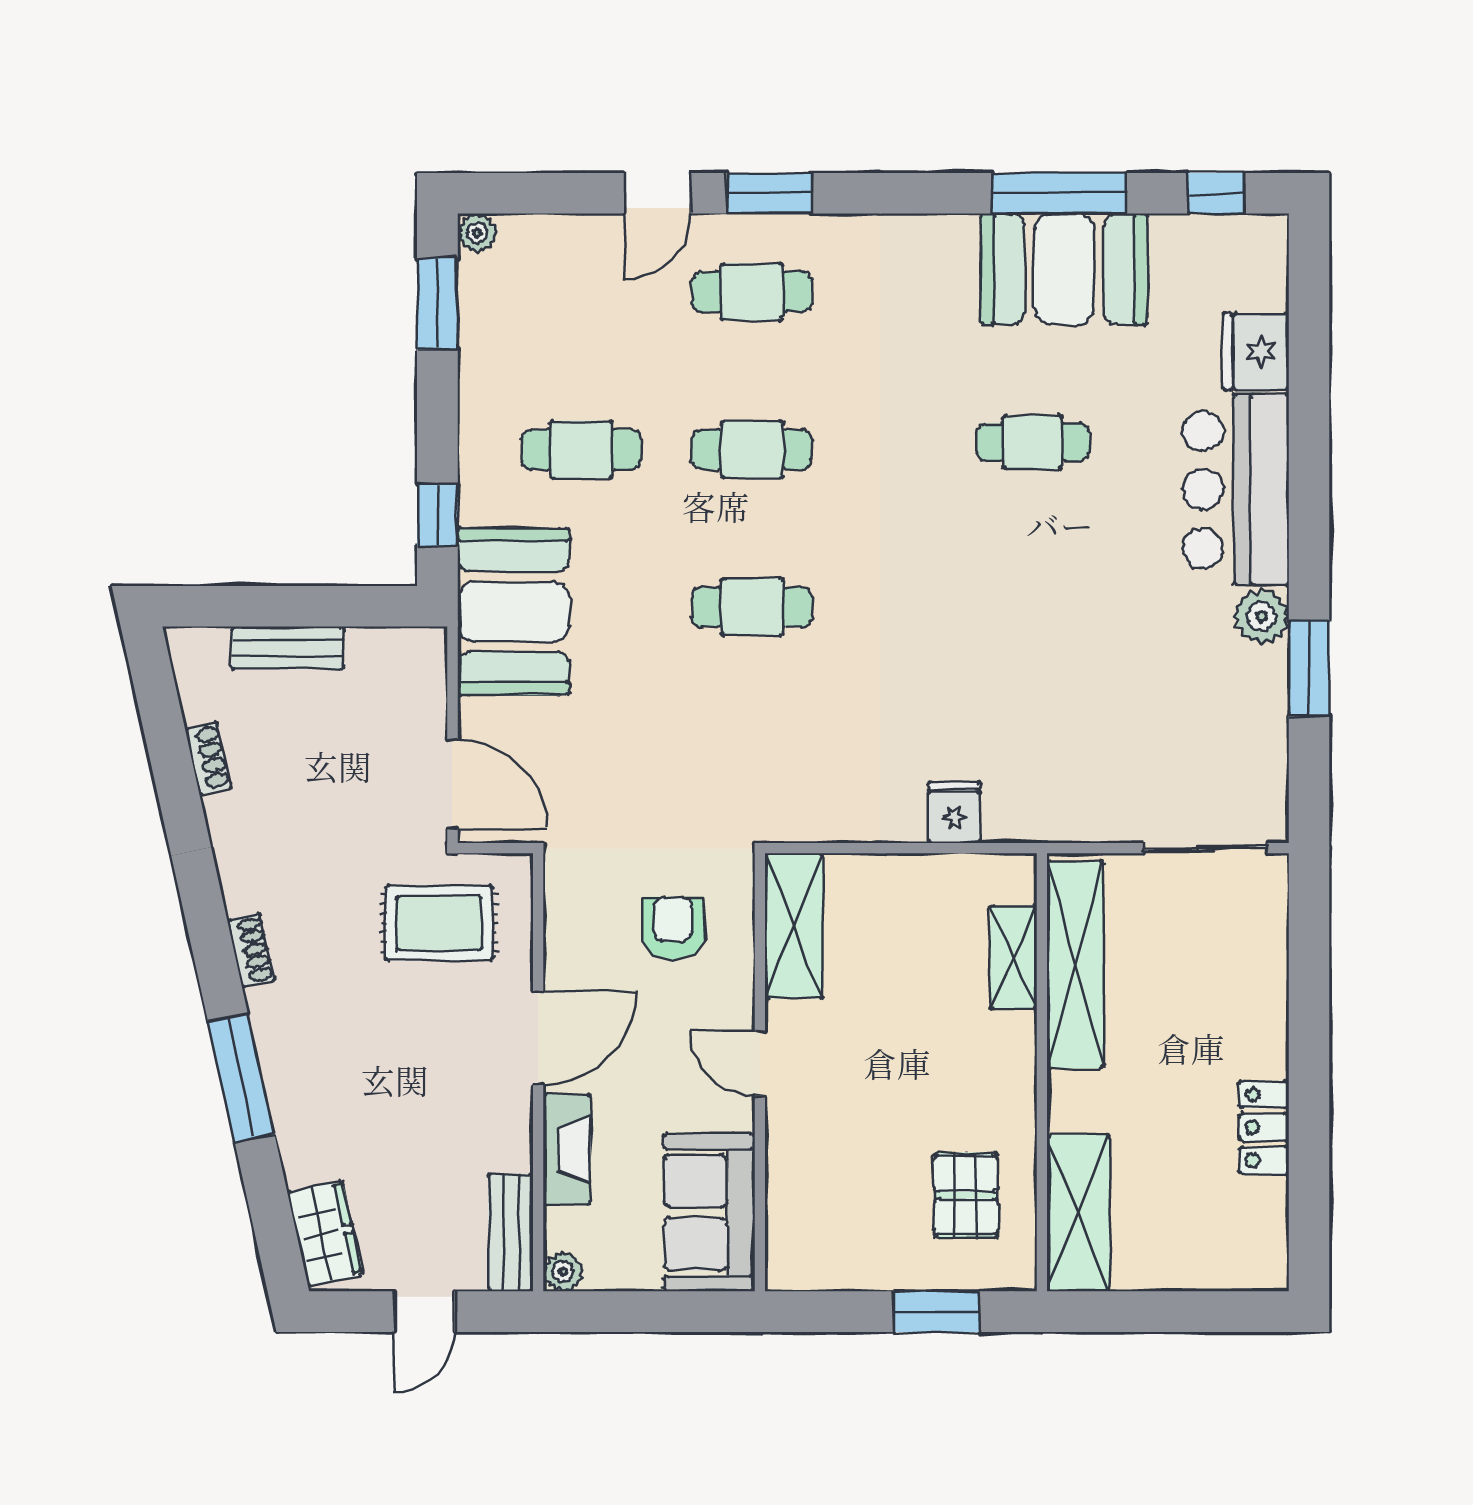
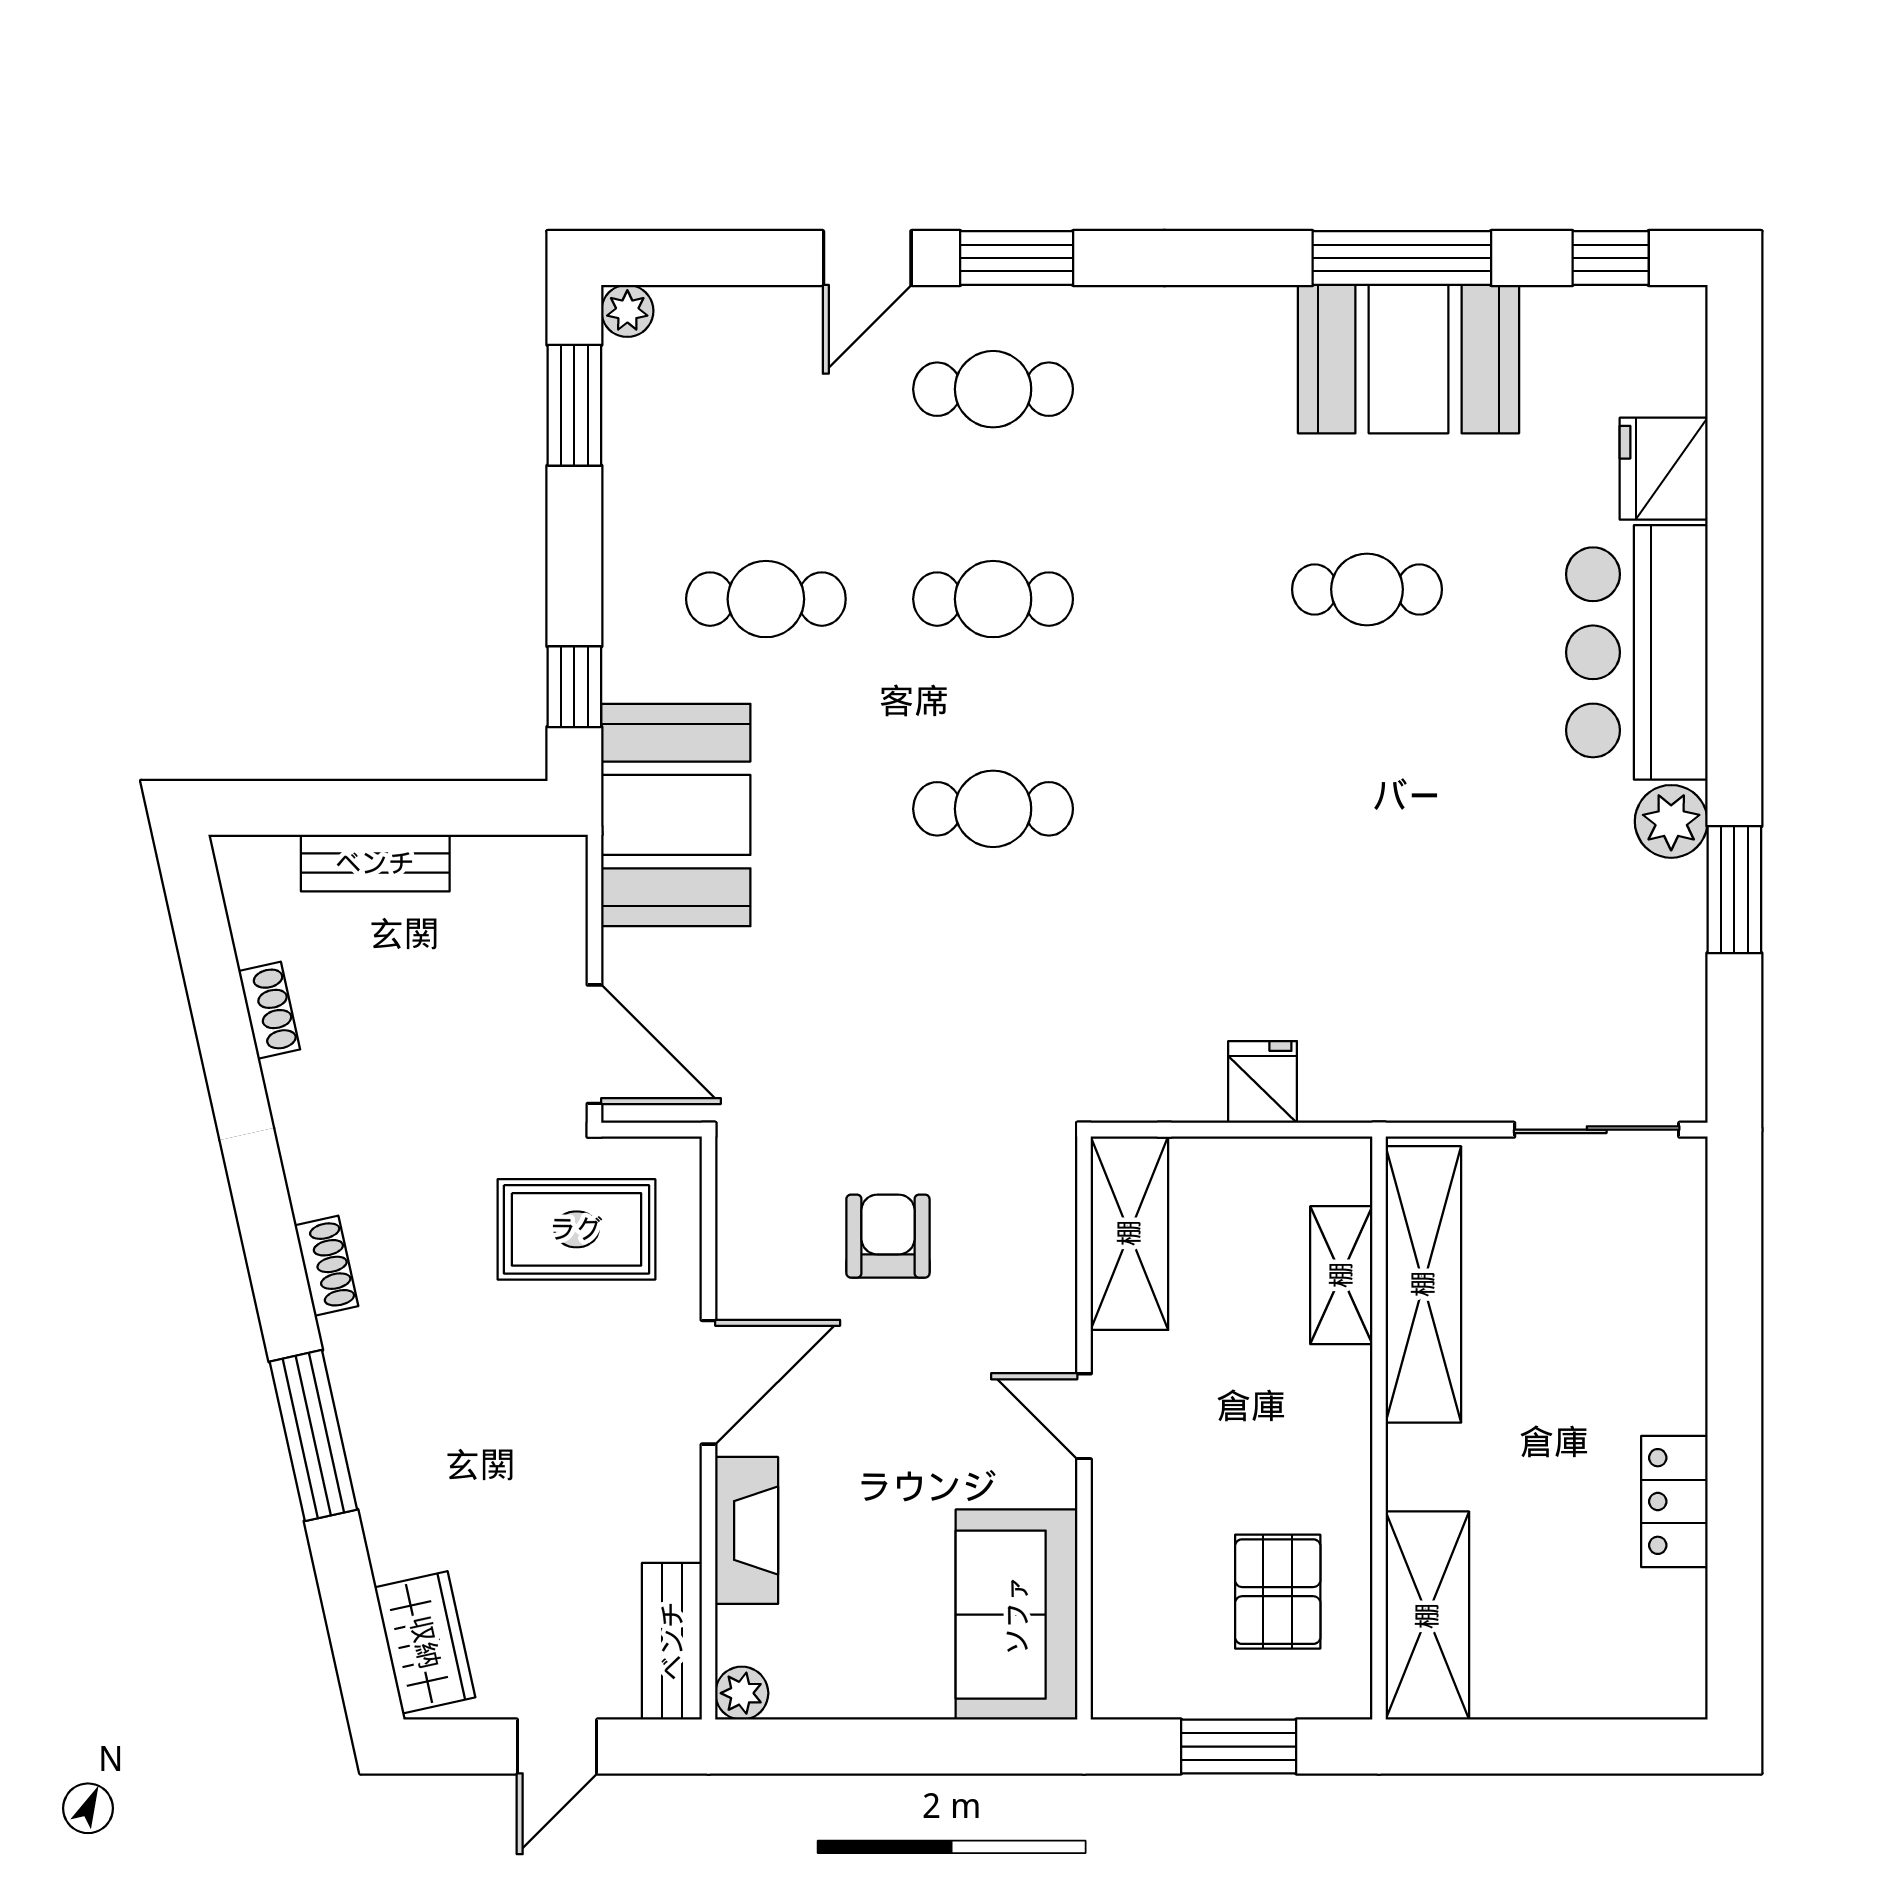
shelving: (794, 926) -> (1129, 1233), moved
door: (760, 1064) -> (1084, 1416), moved
wall: (760, 1072) -> (1084, 1428), moved
sofa: (709, 1212) -> (1017, 1615), moved

